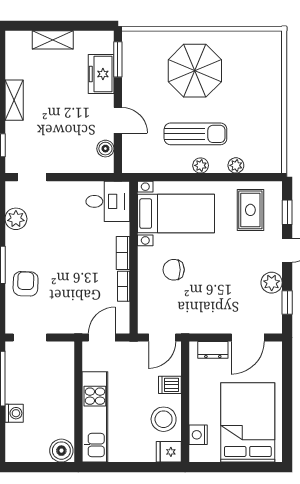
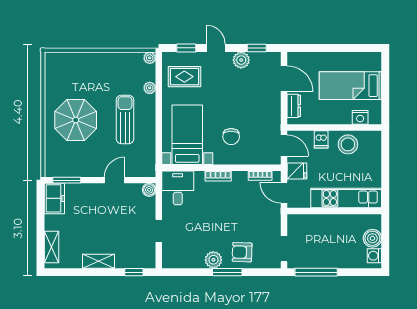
shelving: (53, 40) -> (52, 247), moved
freezer: (101, 74) -> (54, 198), moved, turned -90
boiler: (105, 149) -> (149, 190), moved
plant: (201, 165) -> (150, 58), moved
doorway: (32, 177) -> (159, 231), moved
plant: (16, 219) -> (213, 260), moved
bookcase: (124, 286) -> (260, 176), moved
washing machine: (14, 413) -> (374, 256), moved, turned -90
bed: (248, 422) -> (350, 86), width x0.67
boiler: (61, 451) -> (372, 238), moved
fridge: (169, 452) -> (297, 171), moved, turned -90

